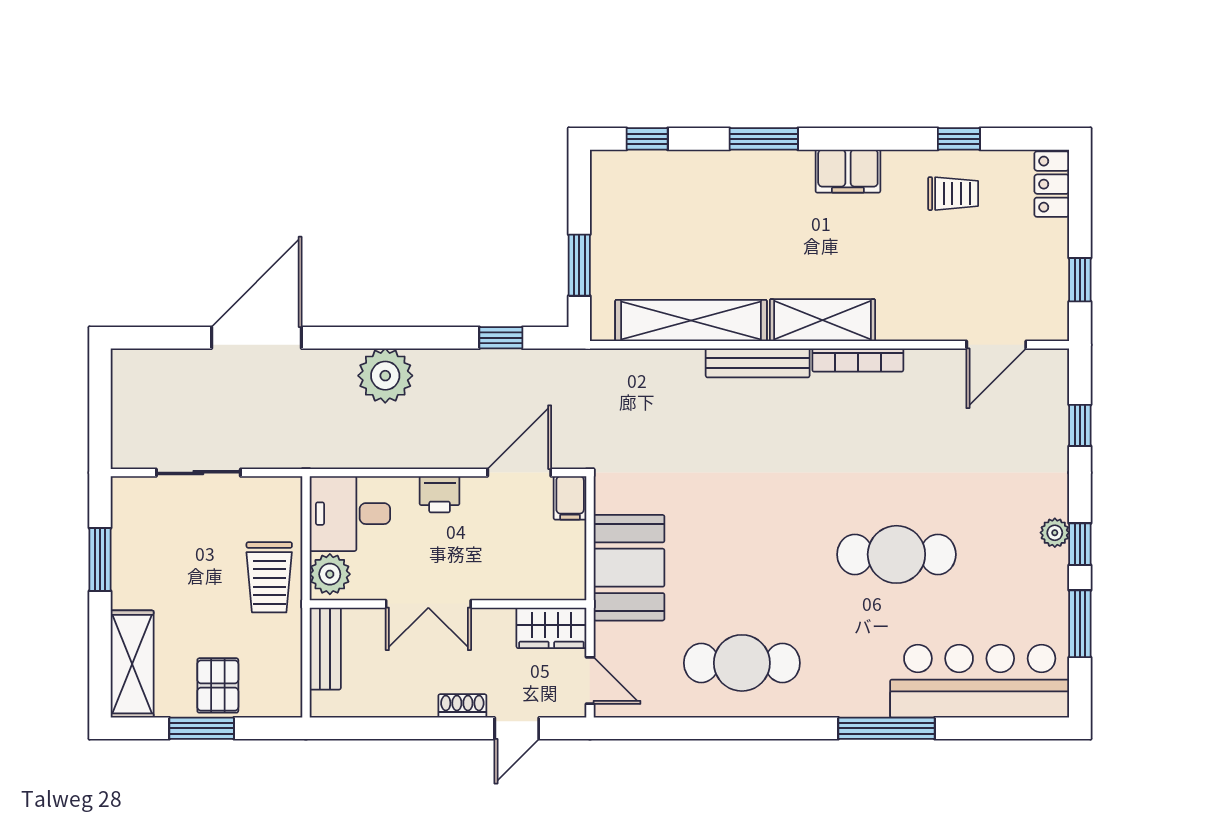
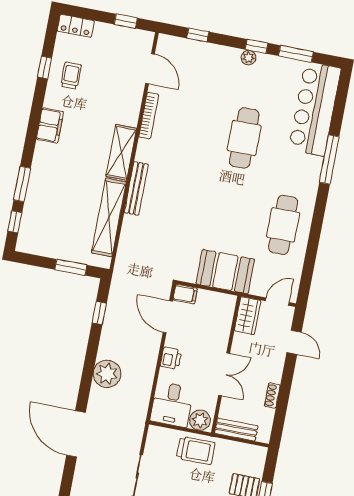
window: (764, 139) -> (22, 184), moved
bookcase: (858, 360) -> (149, 116), moved
shoe rack: (462, 706) -> (272, 396), moved

